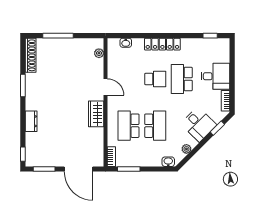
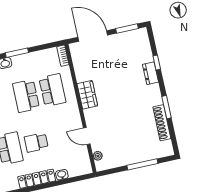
washbasin: (126, 43) -> (62, 175), moved
shoe rack: (31, 55) -> (162, 123), moved
door: (105, 87) -> (87, 136), moved
window: (23, 154) -> (157, 63), moved
window: (129, 169) -> (17, 53), moved

